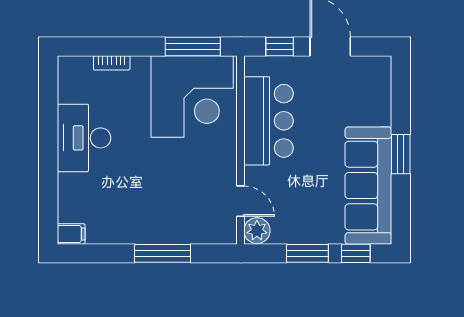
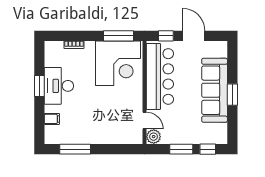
bar counter: (268, 121) -> (160, 76), width x1.36
window: (48, 138) -> (39, 86), added
sofa: (368, 186) -> (215, 90), moved
filing cabinet: (71, 234) -> (52, 119), moved
window: (163, 253) -> (75, 149), moved

